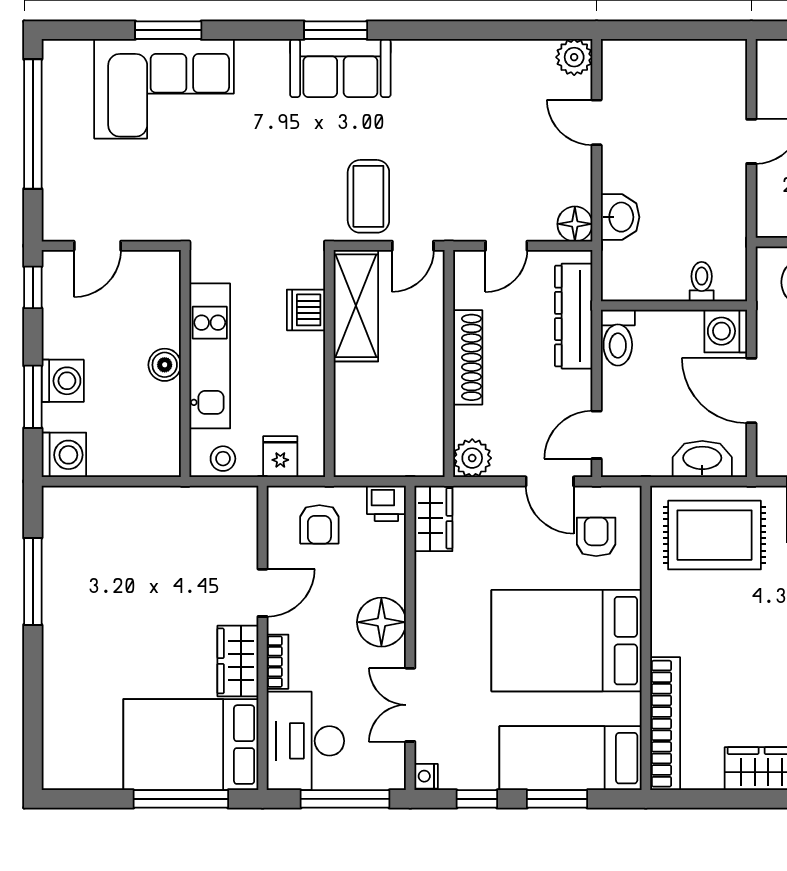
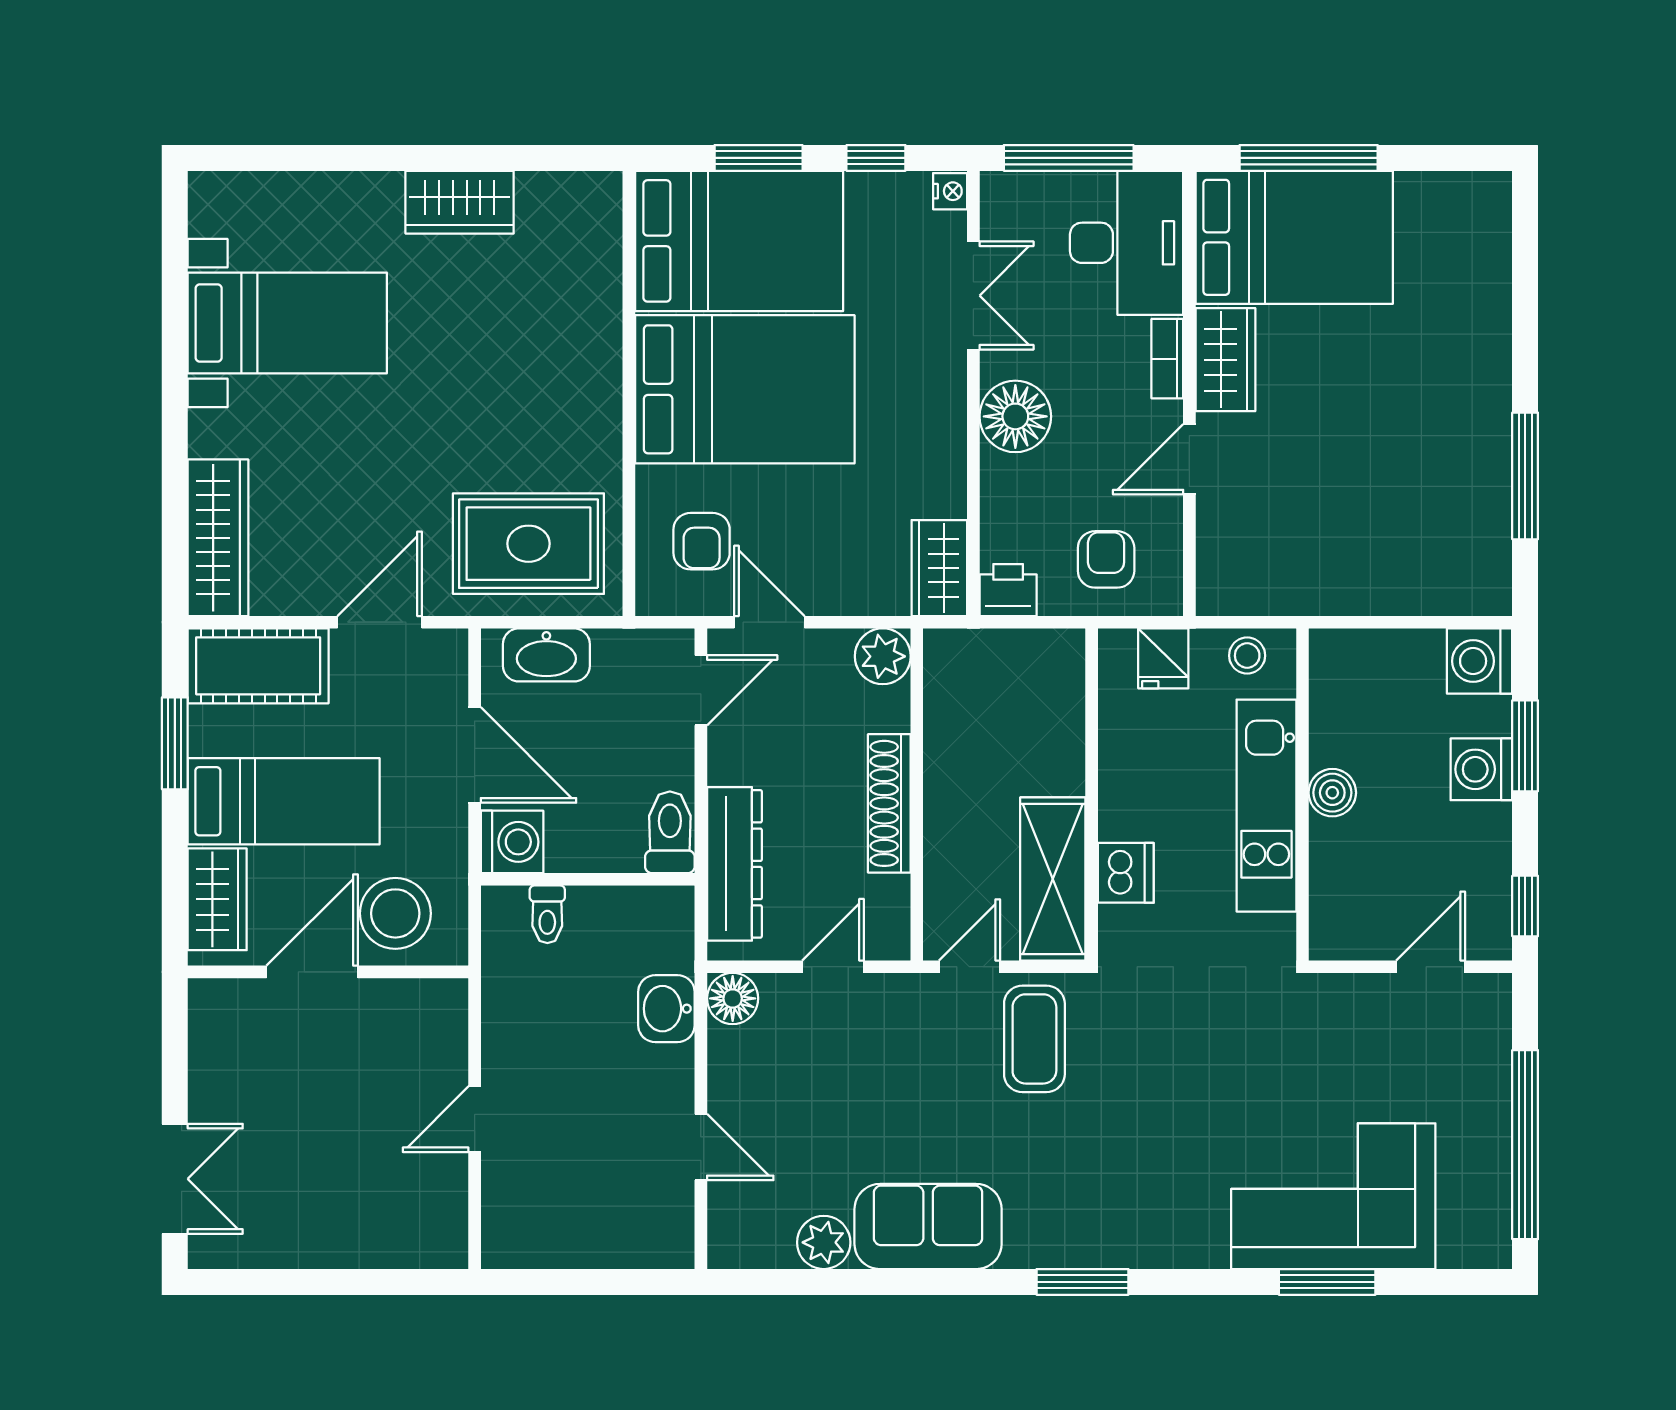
plant: (574, 57) -> (824, 1242), moved
sofa: (340, 68) -> (928, 1226), moved
bookcase: (665, 724) -> (601, 268), removed
bed: (570, 758) -> (739, 241), width x1.50

